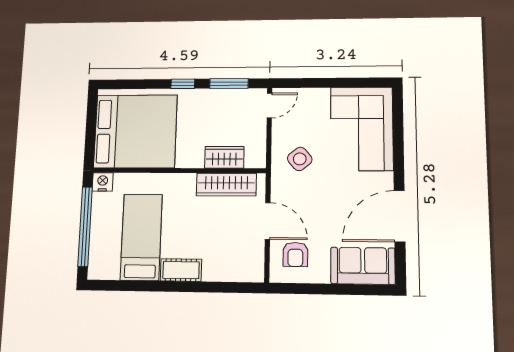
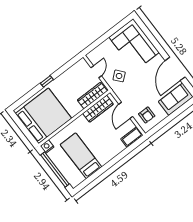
window: (229, 84) -> (66, 67), removed
door: (269, 105) -> (96, 72), moved
wardrobe: (224, 157) -> (92, 95), width x1.50
door: (268, 221) -> (126, 110), swing flipped
cot: (181, 270) -> (132, 137), moved

